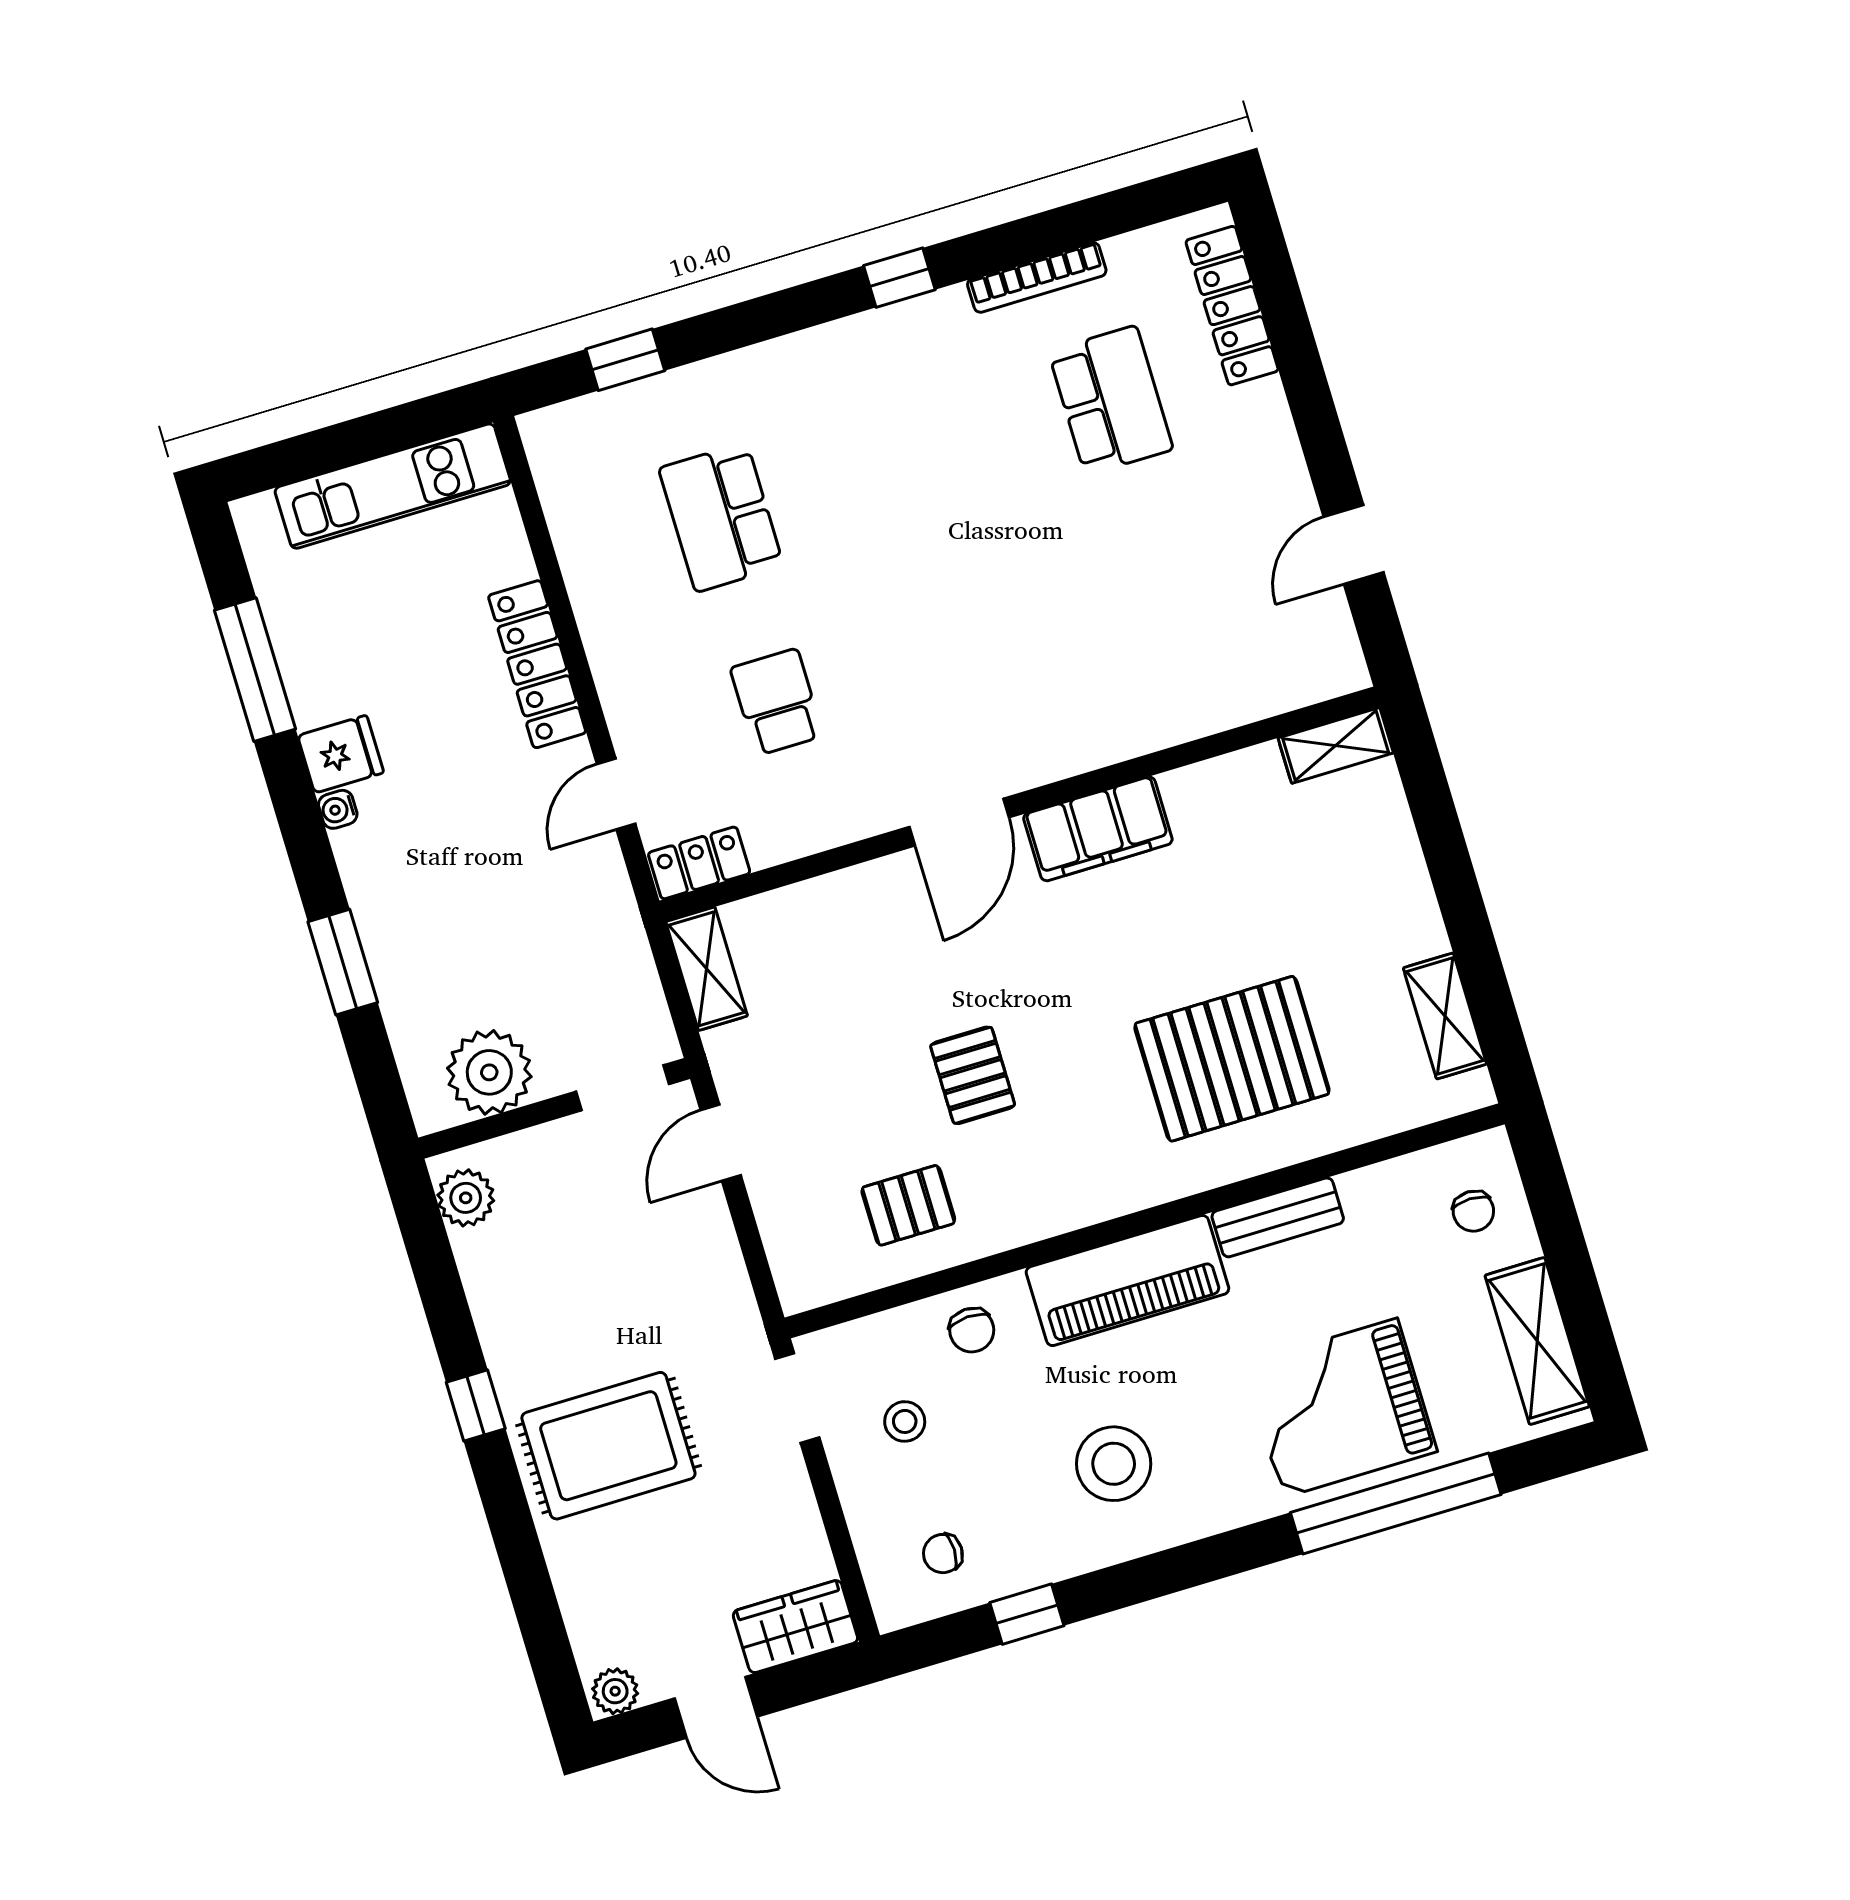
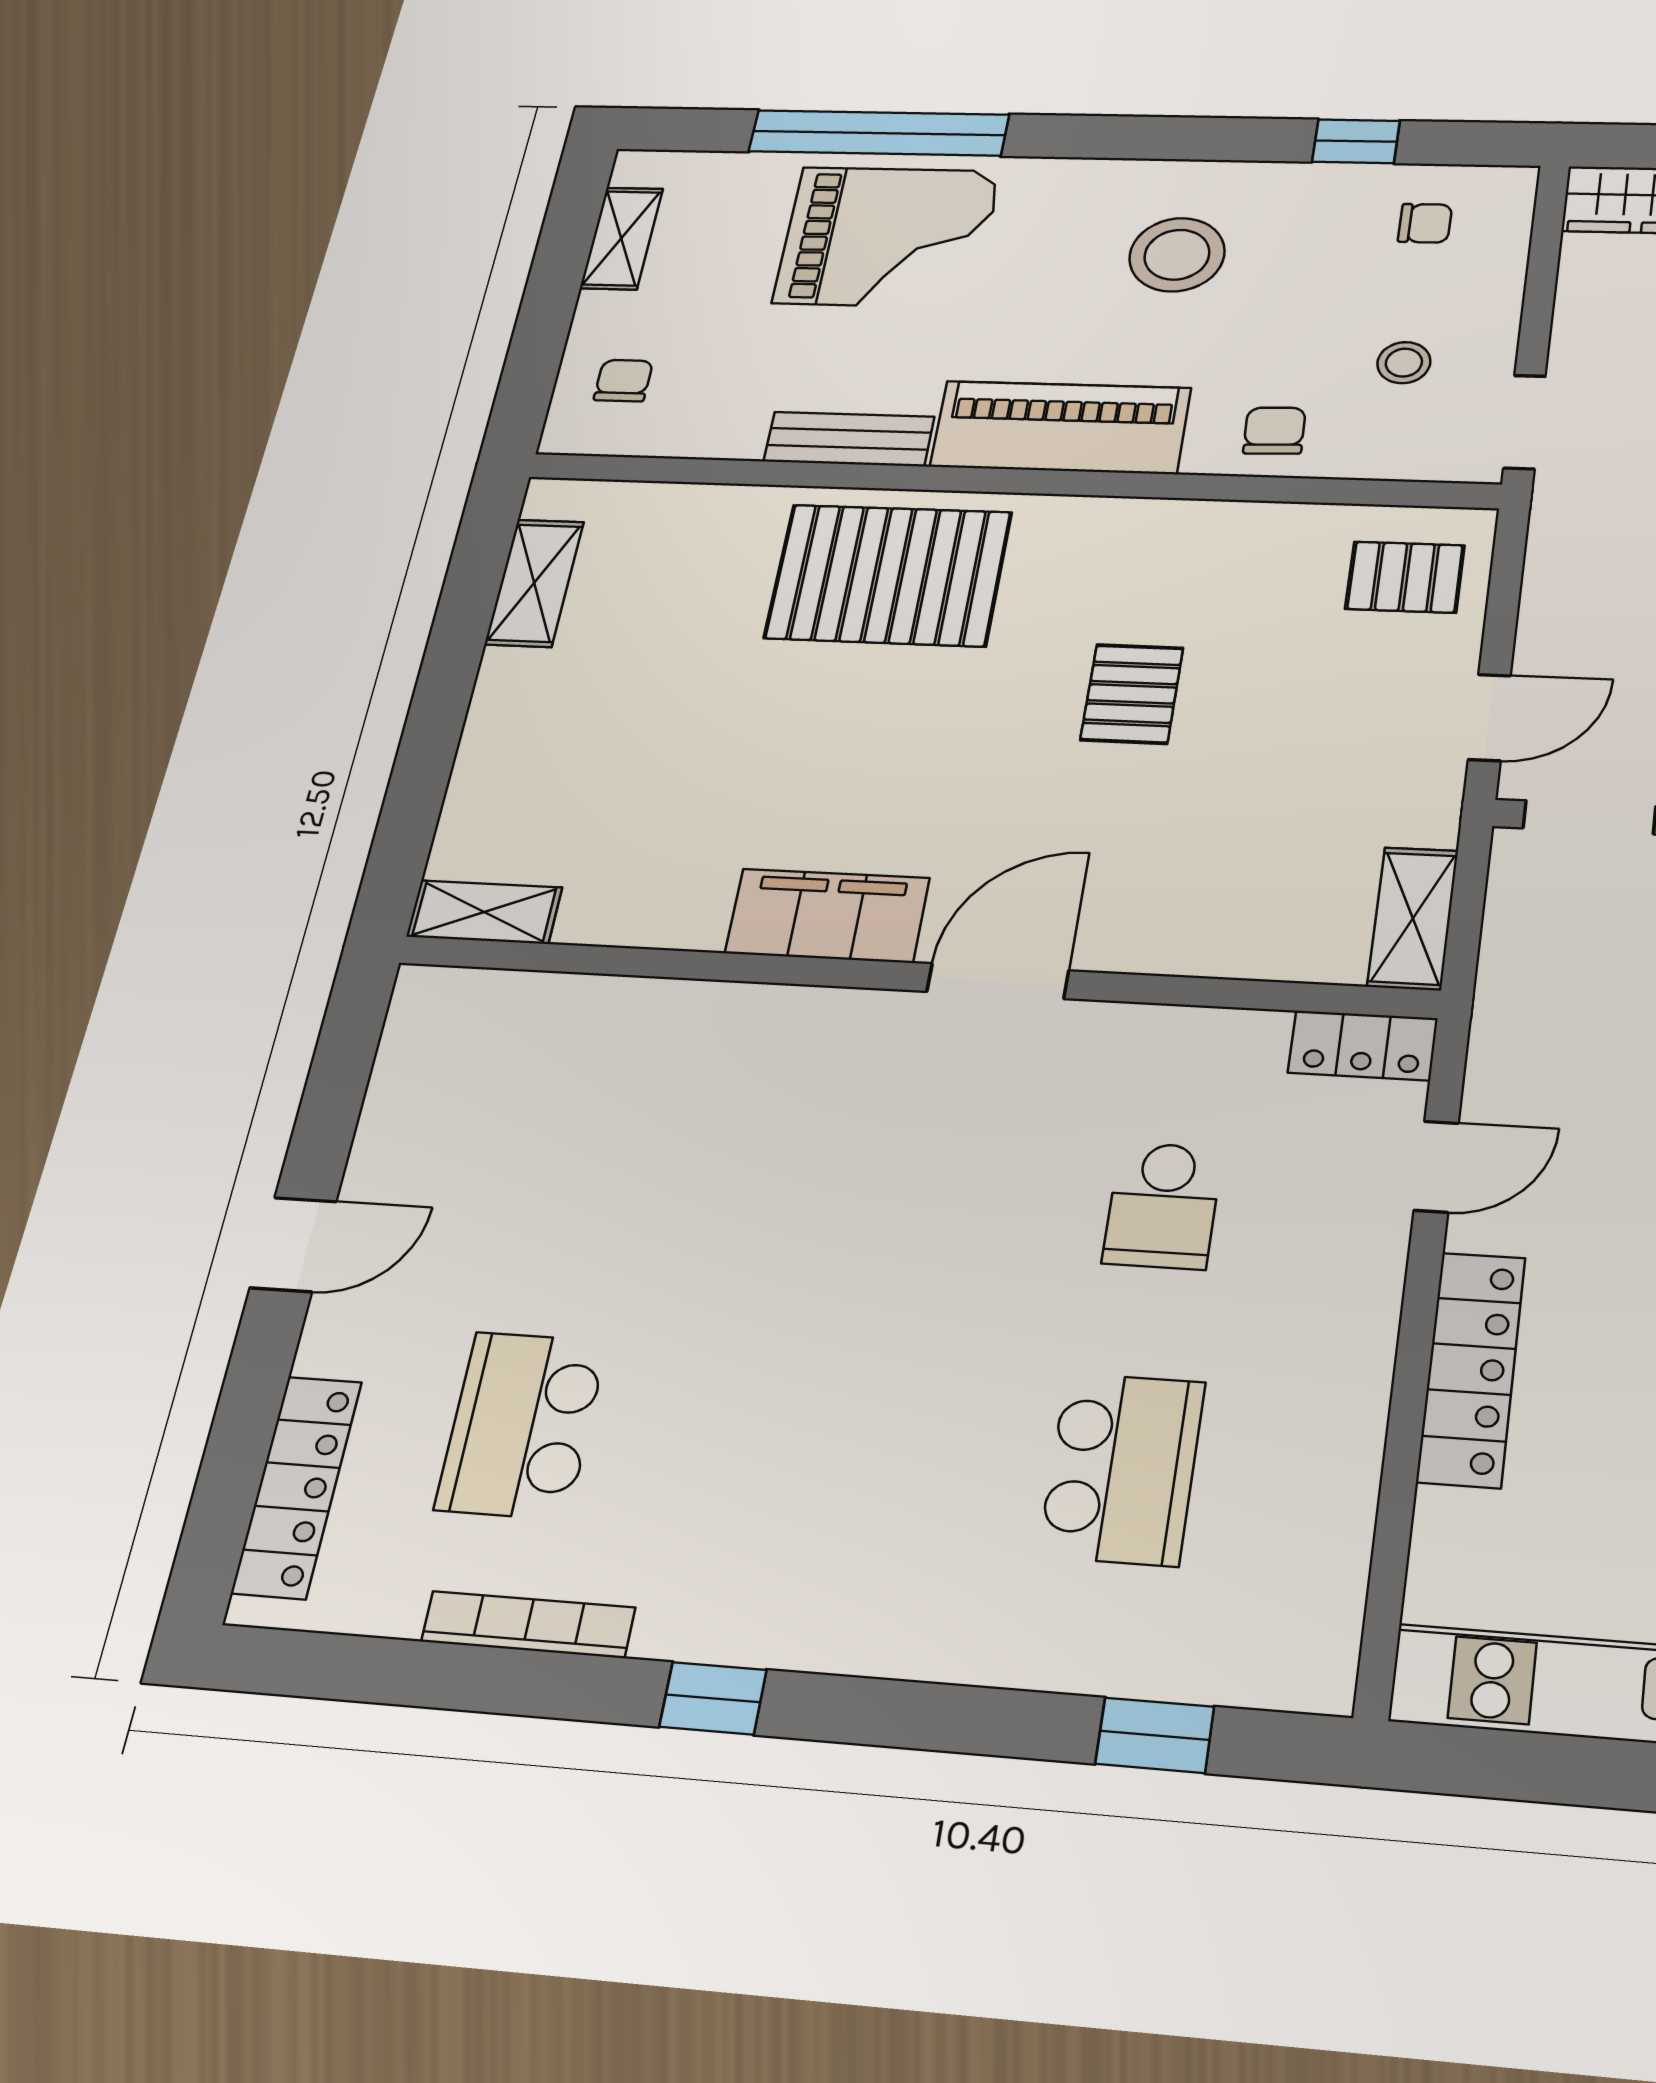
door: (1354, 545) -> (293, 1244), moved
pallet: (1232, 1059) -> (888, 575), moved
pallet: (908, 1205) -> (1405, 577), moved
shelving: (1537, 1341) -> (621, 238), width x0.67, depth x0.75

